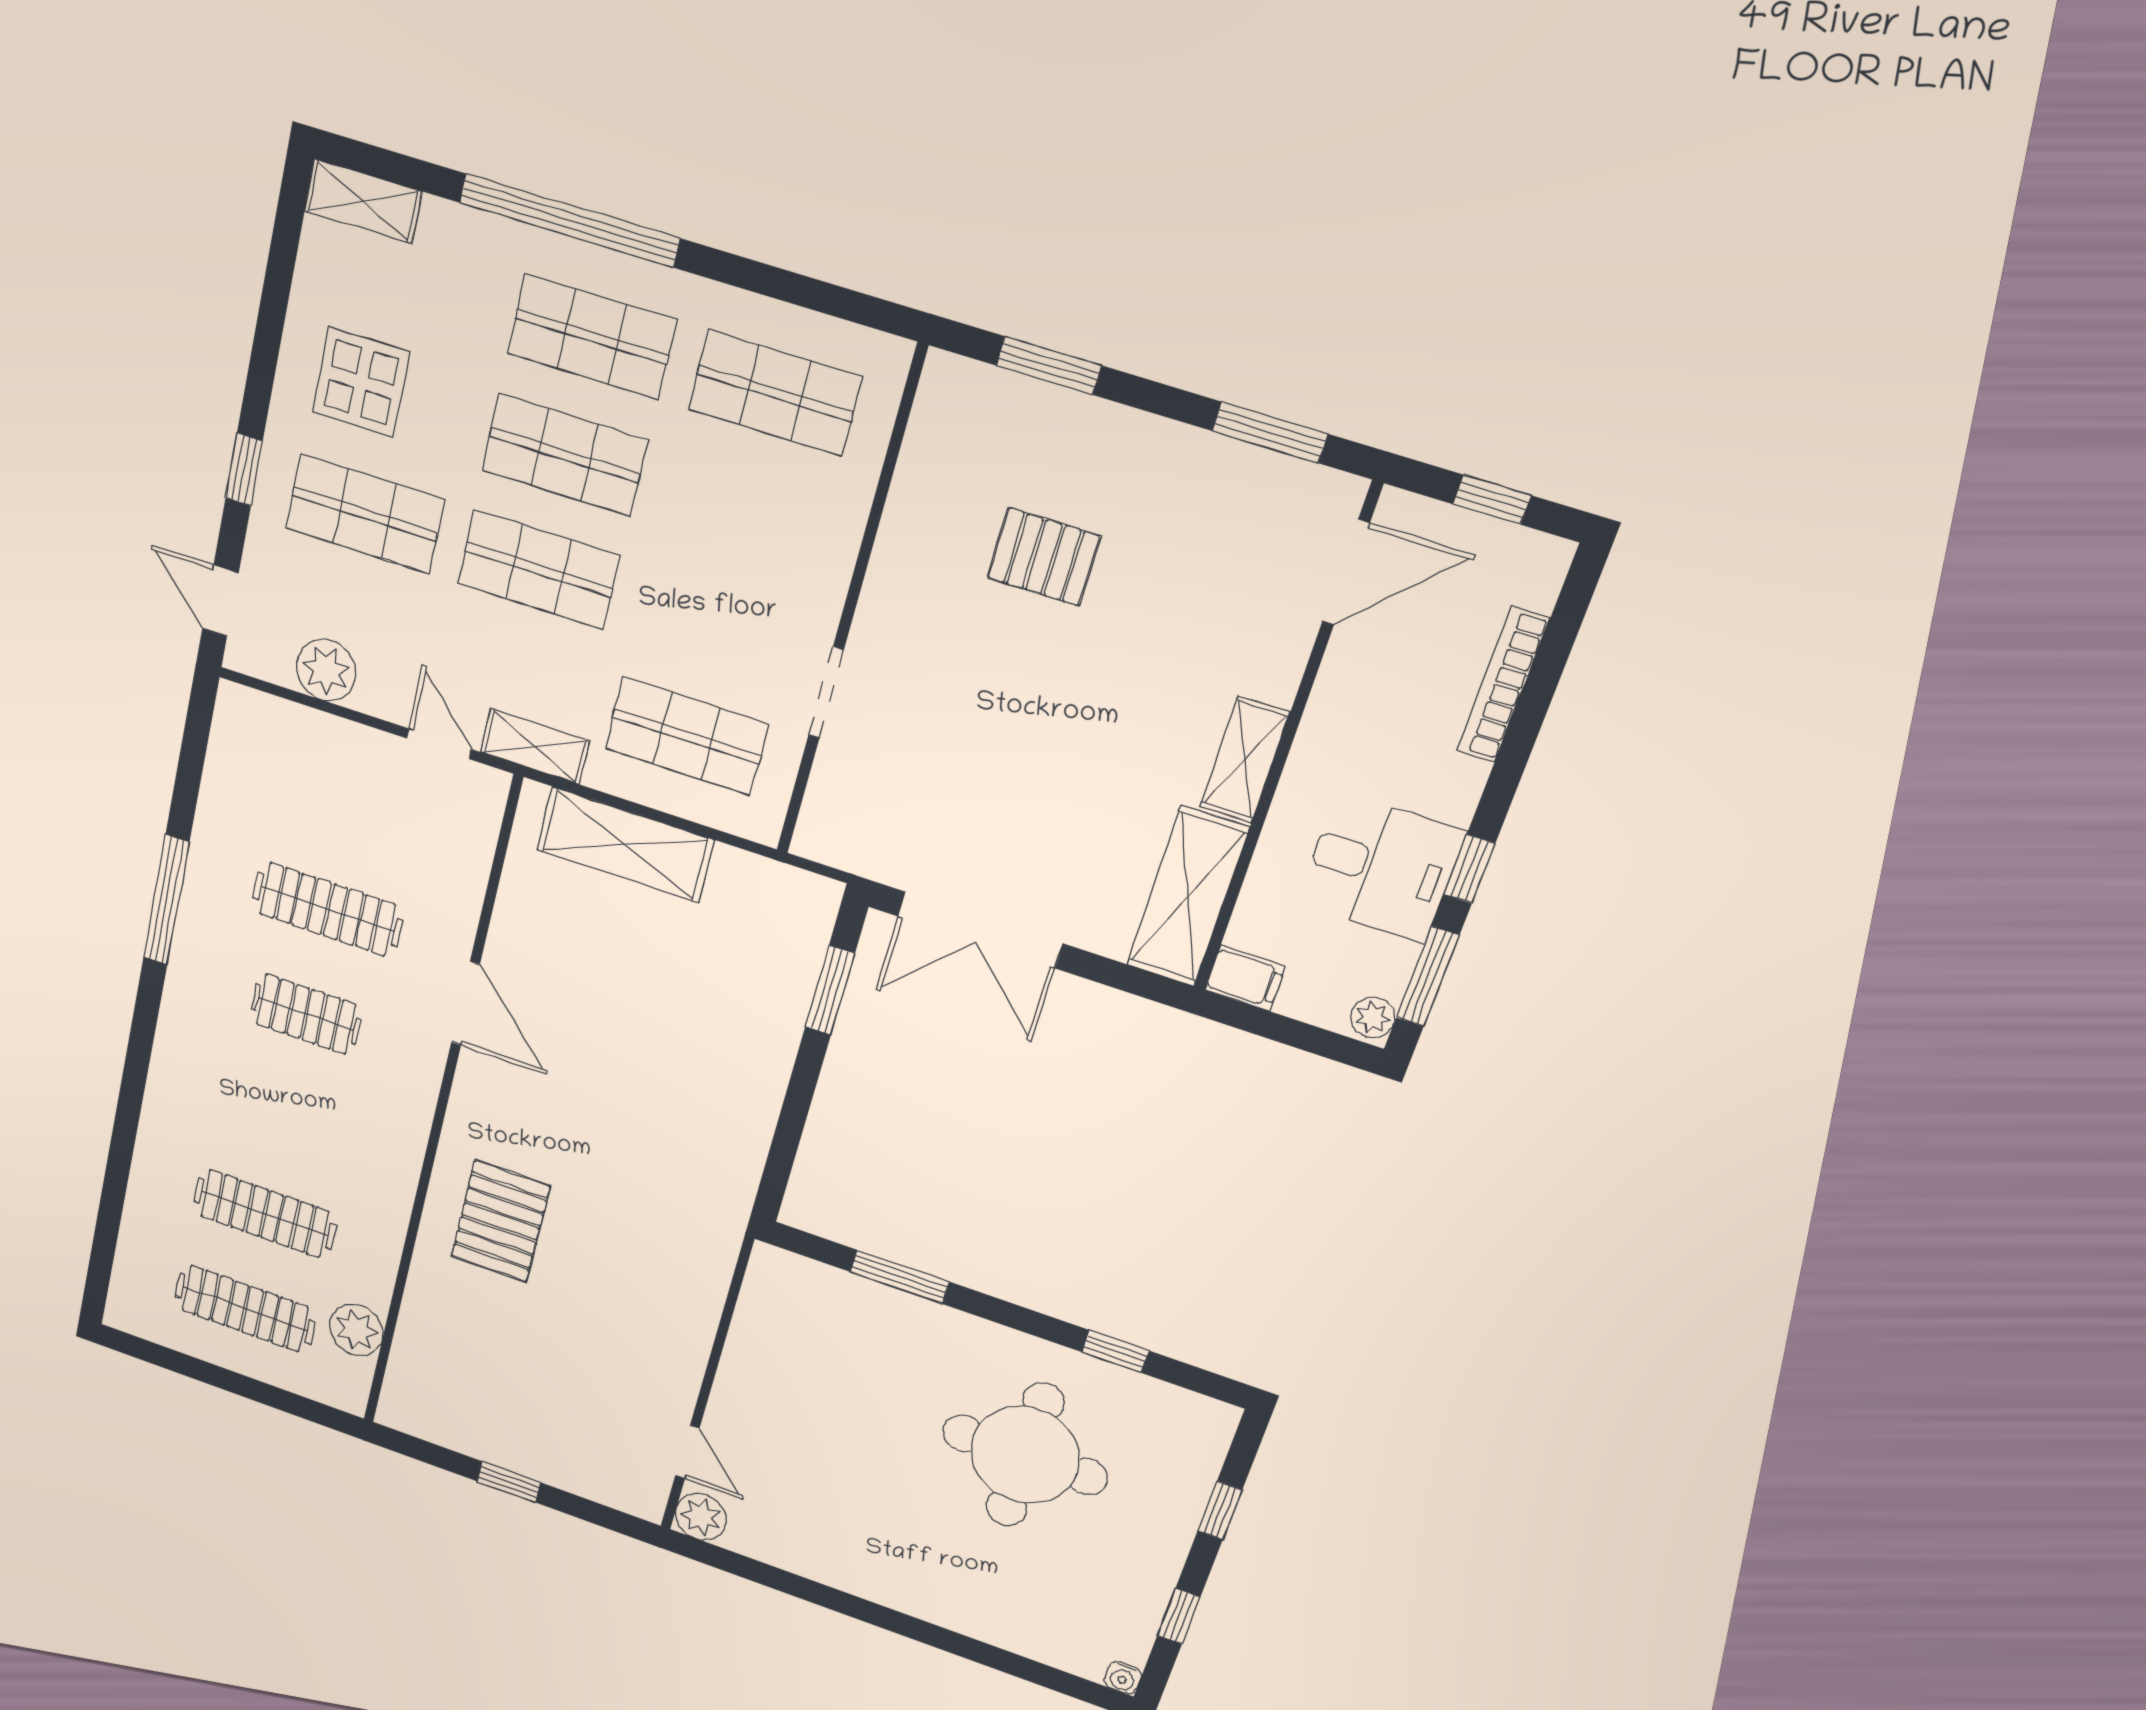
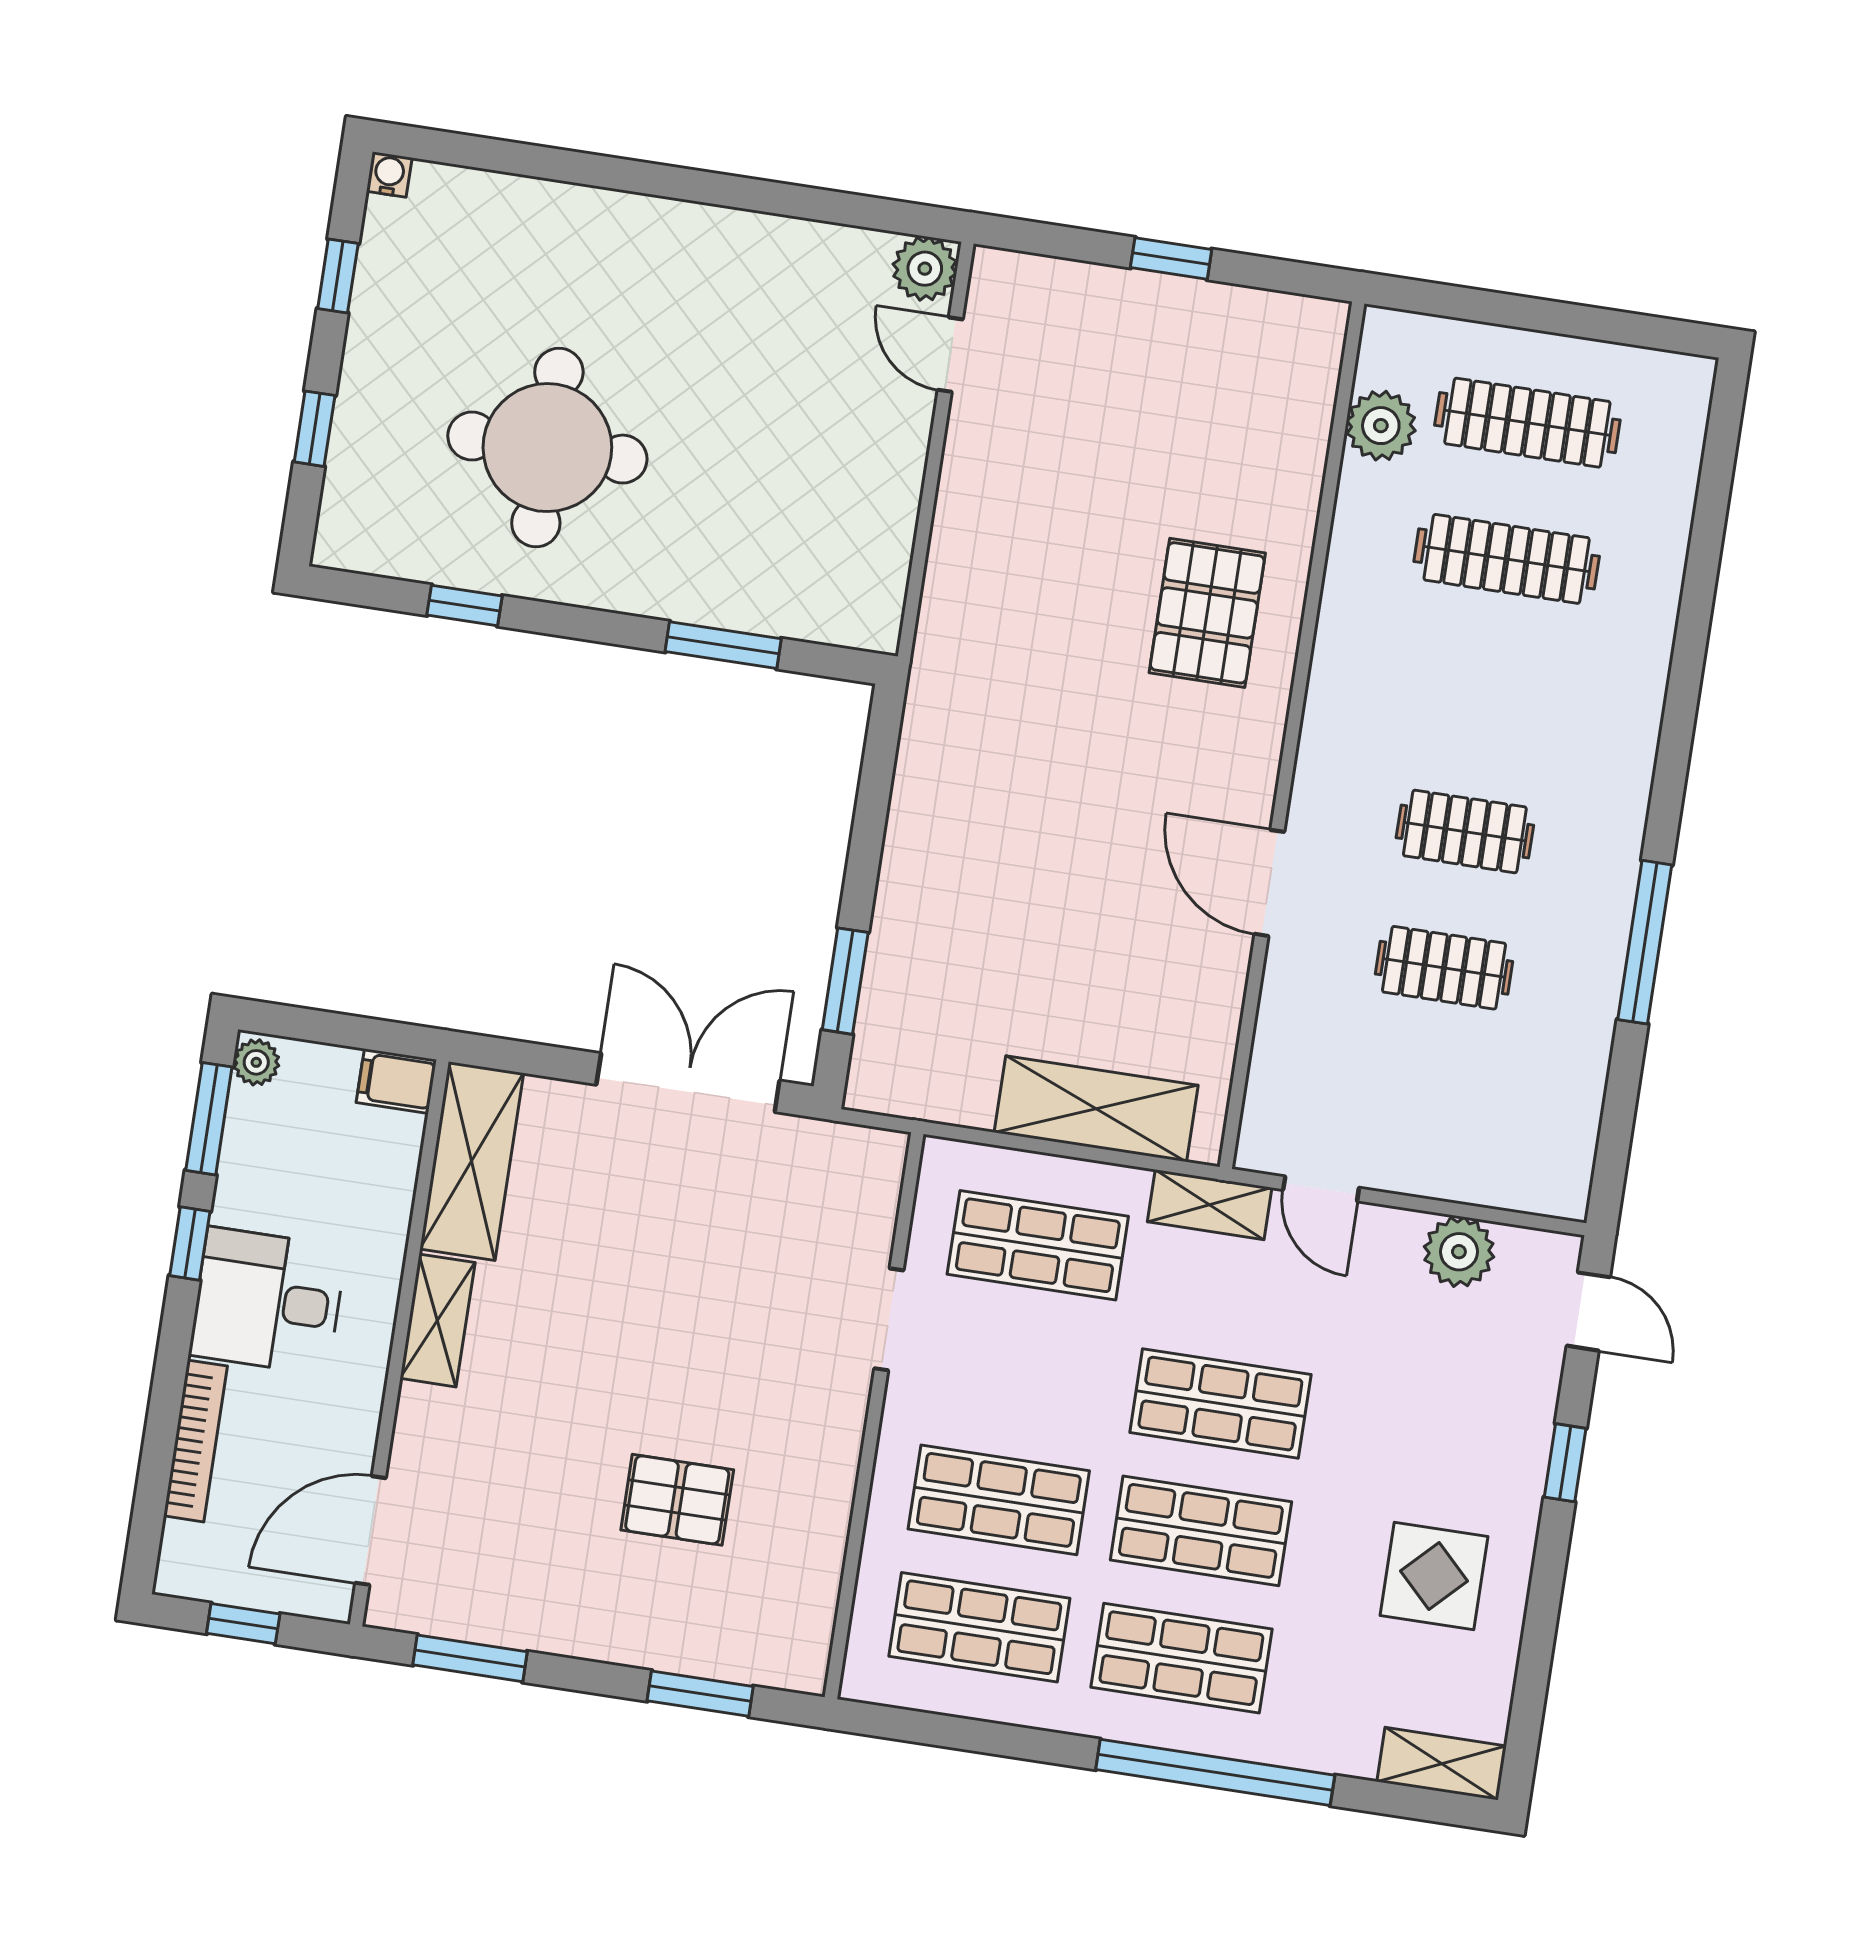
shop shelf: (365, 514) -> (999, 1500), moved
desk: (1381, 867) -> (268, 1301), moved
clothes rail: (327, 909) -> (1444, 968), width x0.73

